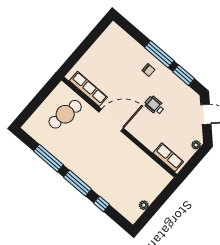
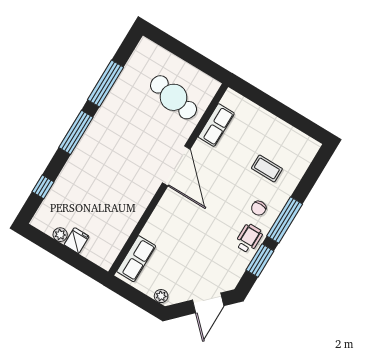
coffee table: (123, 60) -> (267, 168), added
row of seats: (88, 89) -> (216, 125), width x0.68
wheelchair: (154, 105) -> (249, 238), moved
fridge: (150, 195) -> (77, 241), added
window: (102, 204) -> (43, 187), moved

